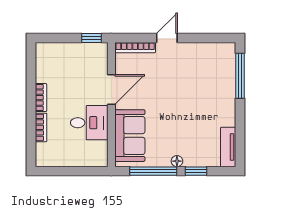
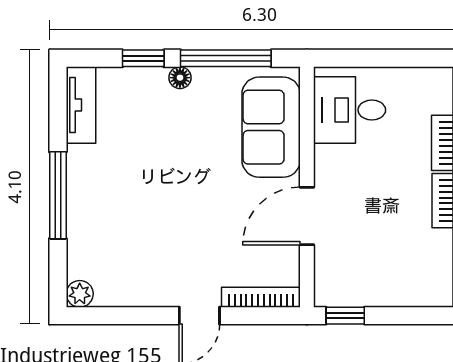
plant: (229, 49) -> (80, 294), added
window: (240, 76) -> (58, 195), moved
desk: (89, 123) -> (349, 110), moved

